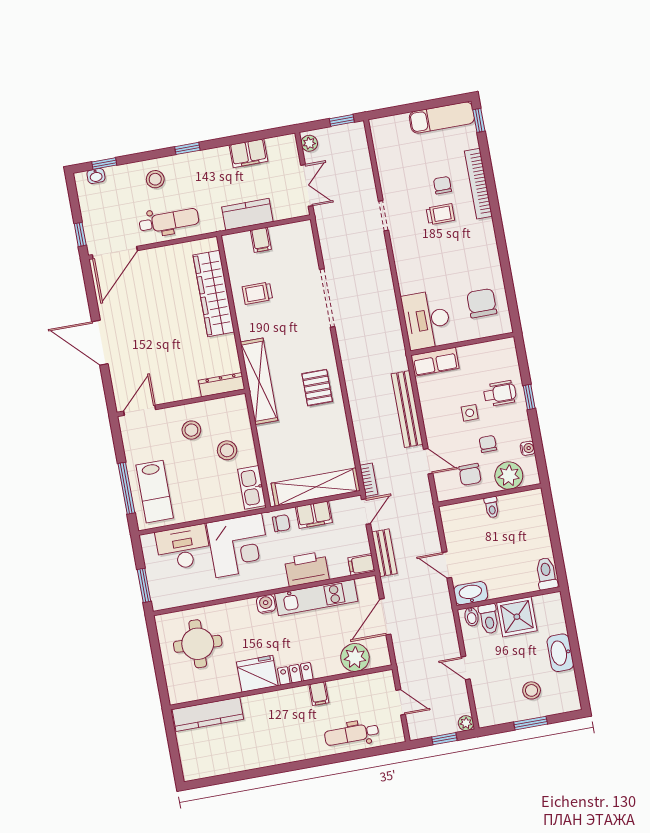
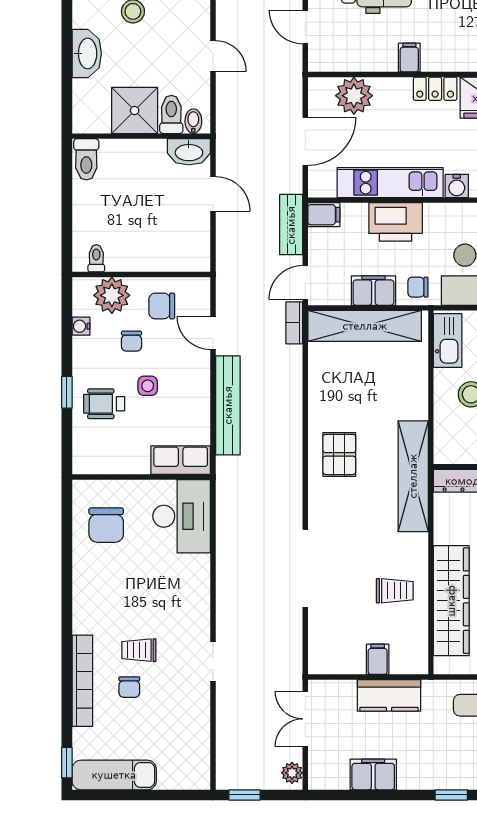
chair: (470, 474) -> (162, 306), turned -90
toilet: (492, 507) -> (96, 258), moved

